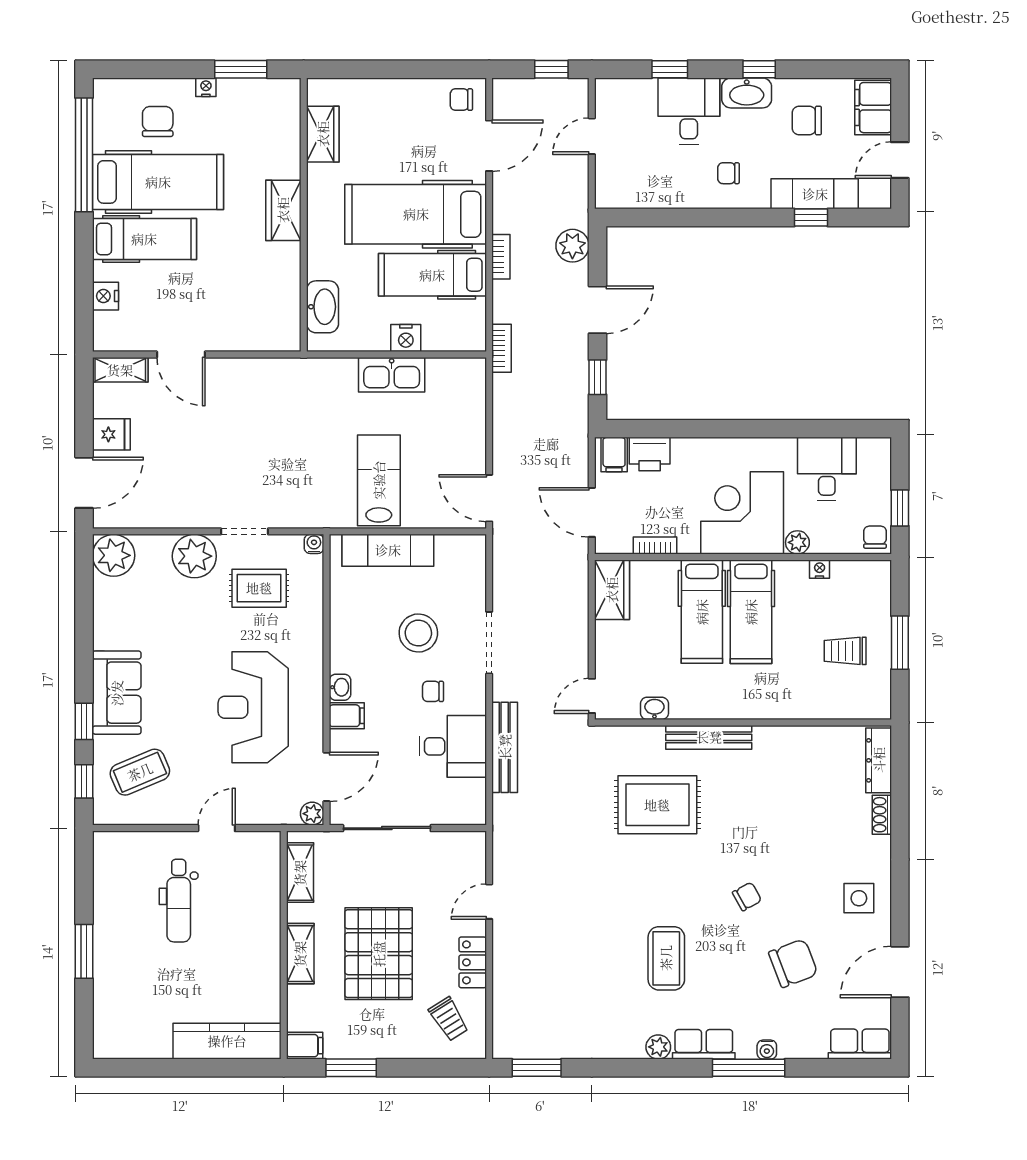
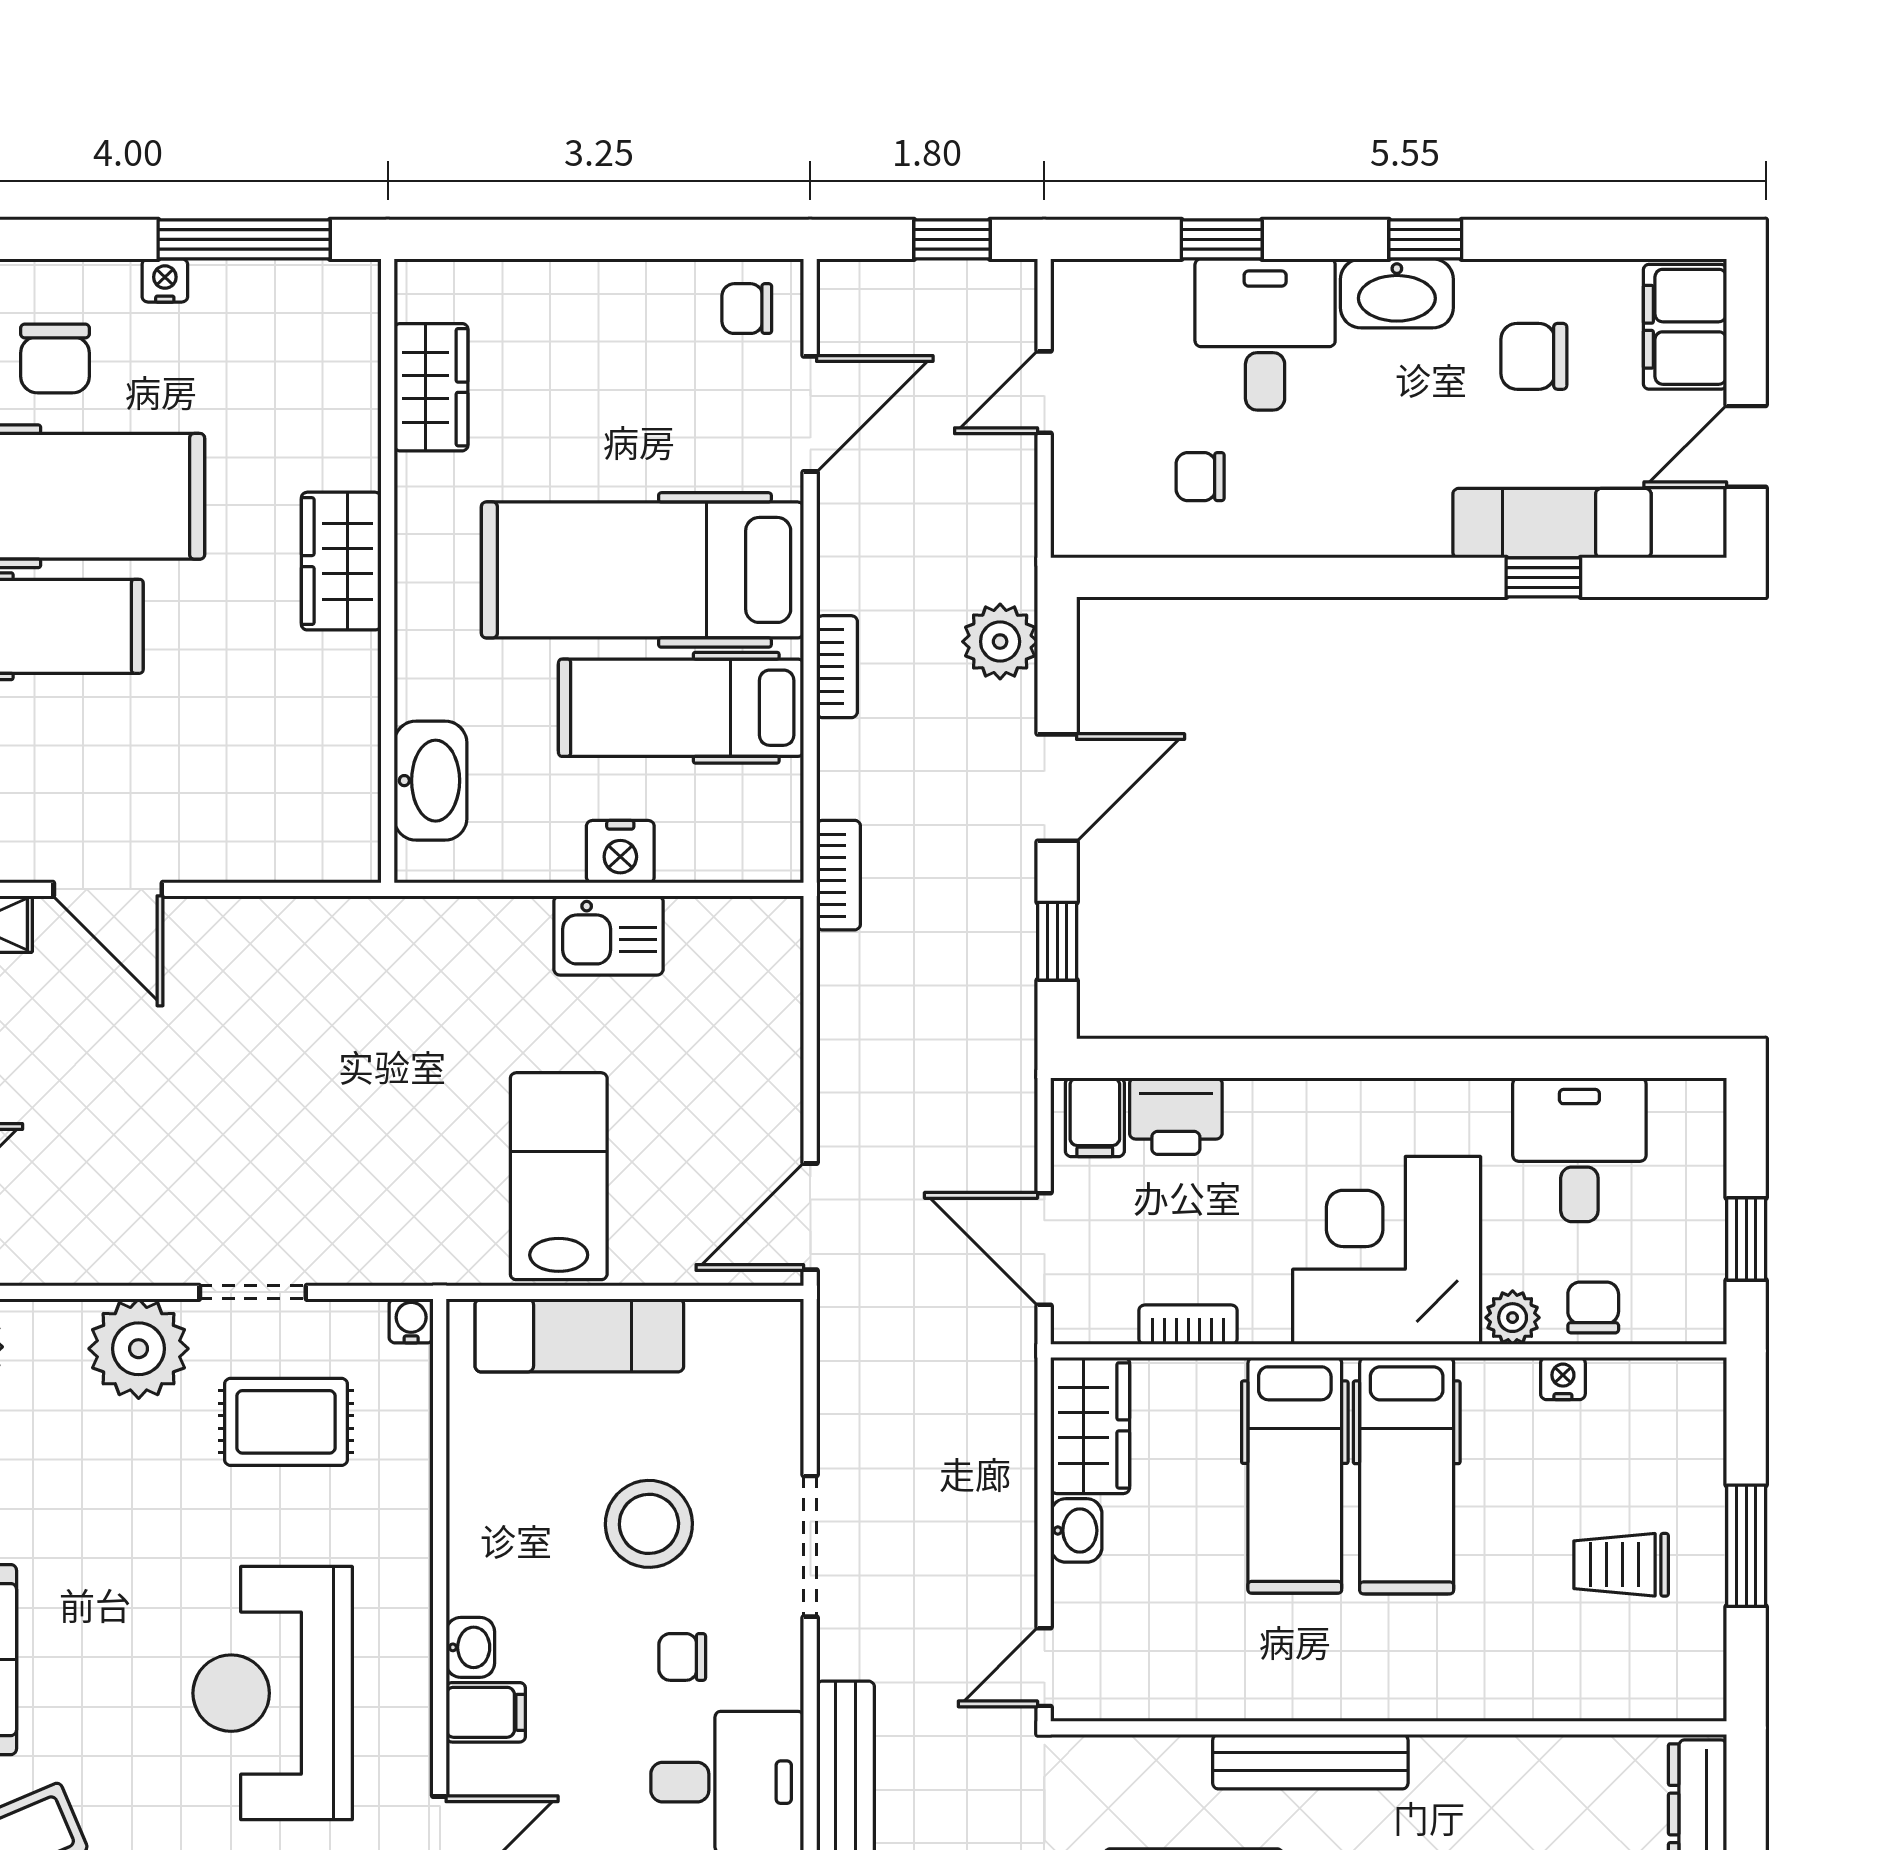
window: (241, 69) -> (244, 239), width x1.44
chair: (158, 121) -> (55, 358), turned 180
chair: (728, 173) -> (1200, 477), moved
kitchen sink: (392, 375) -> (608, 935), width x0.73
door: (489, 498) -> (810, 1217), hinge flipped
chair: (875, 537) -> (1593, 1307), moved
washbasin: (654, 708) -> (1076, 1530), moved, turned 90

